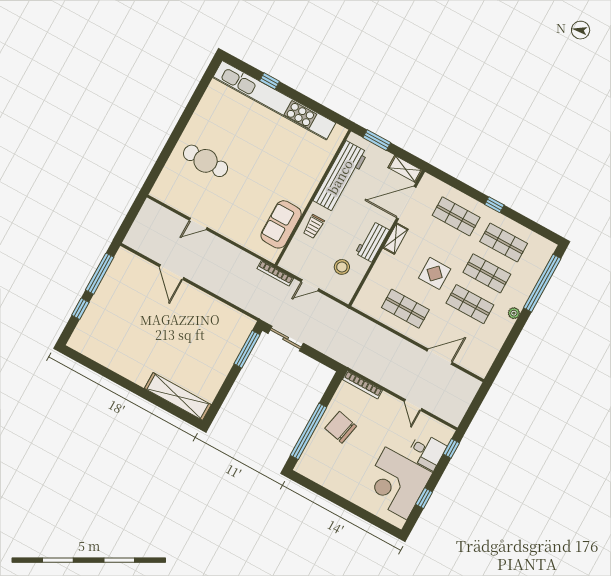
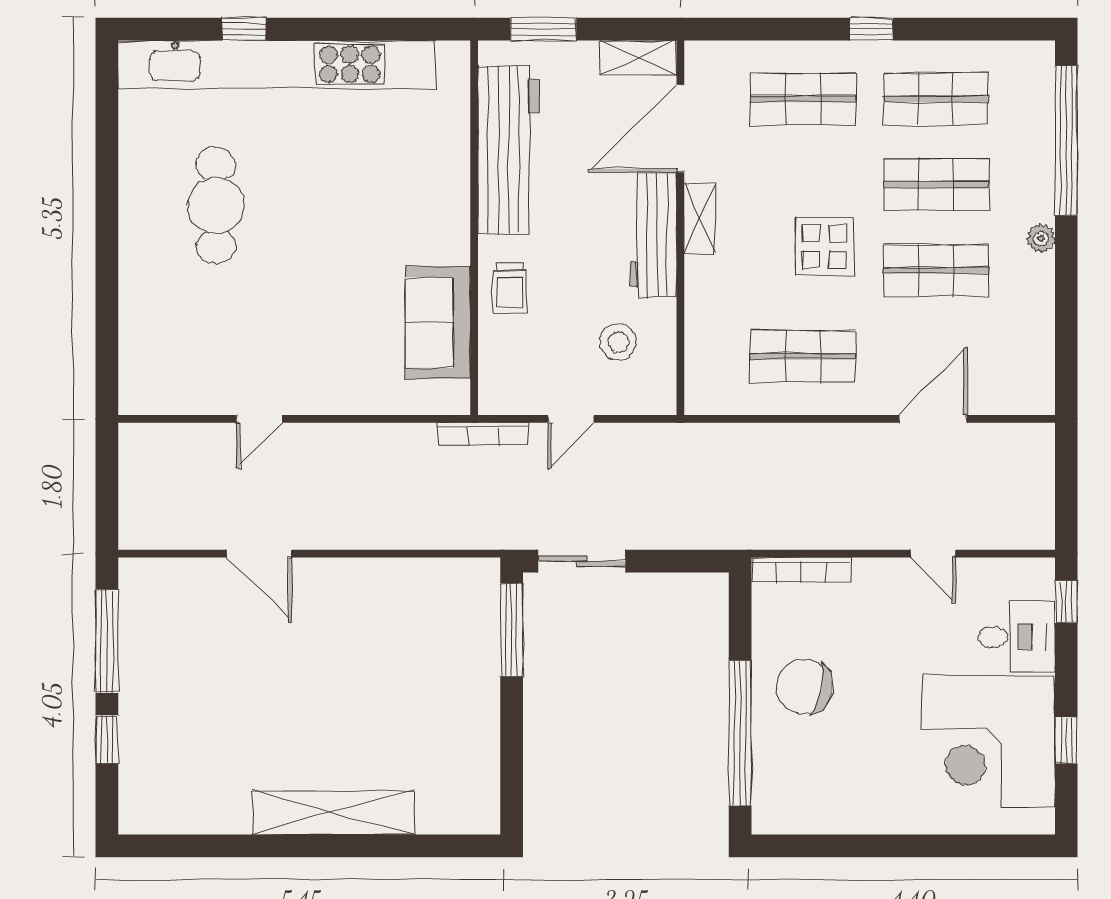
cafe table: (206, 161) -> (216, 206), moved, turned 90
workbench: (372, 242) -> (653, 235), width x1.38
shelving: (178, 396) -> (333, 813), moved

